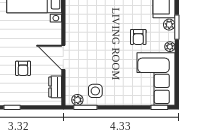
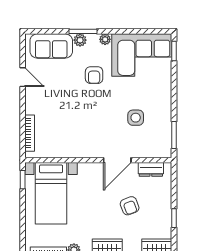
armchair: (138, 37) -> (94, 75), turned 90
armchair: (23, 68) -> (130, 206), turned 69
side table: (95, 91) -> (136, 118), moved
plant: (77, 100) -> (165, 144), removed

